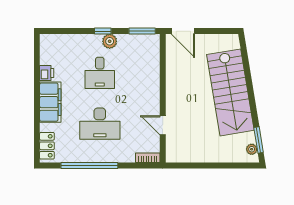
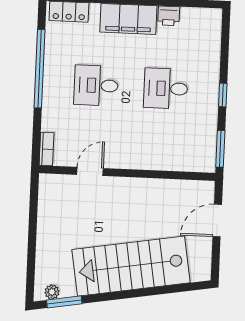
door: (183, 31) -> (217, 221), moved
plant: (110, 41) -> (208, 104), removed
desk: (100, 124) -> (96, 85), width x0.73

